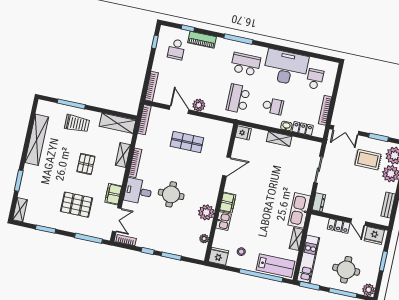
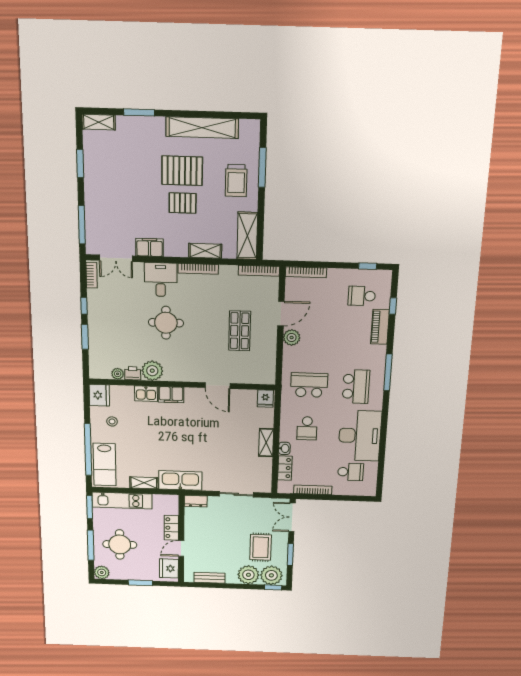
pallet: (76, 205) -> (182, 171), moved, turned 90
printer: (206, 227) -> (133, 373), added

